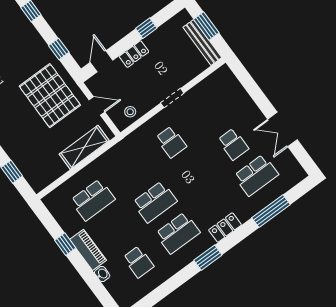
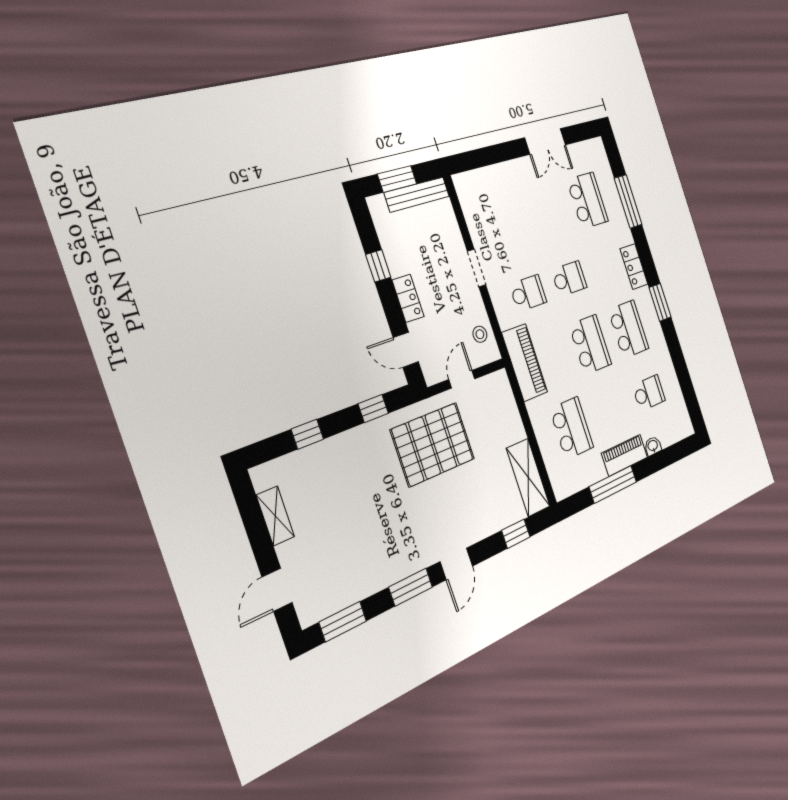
school desk: (233, 144) -> (569, 279), moved
shelving: (84, 147) -> (528, 477), moved
piano: (124, 151) -> (525, 363), added
window: (65, 244) -> (613, 484), width x2.17

